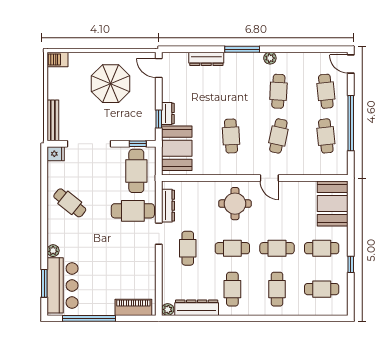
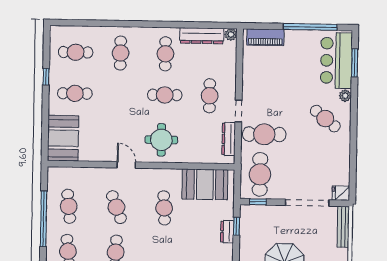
cafe table: (278, 136) -> (116, 207), turned -33
booth: (177, 148) -> (205, 184), moved, turned 90
cafe table: (70, 203) -> (325, 119), moved
cafe table: (277, 248) -> (120, 94), removed

